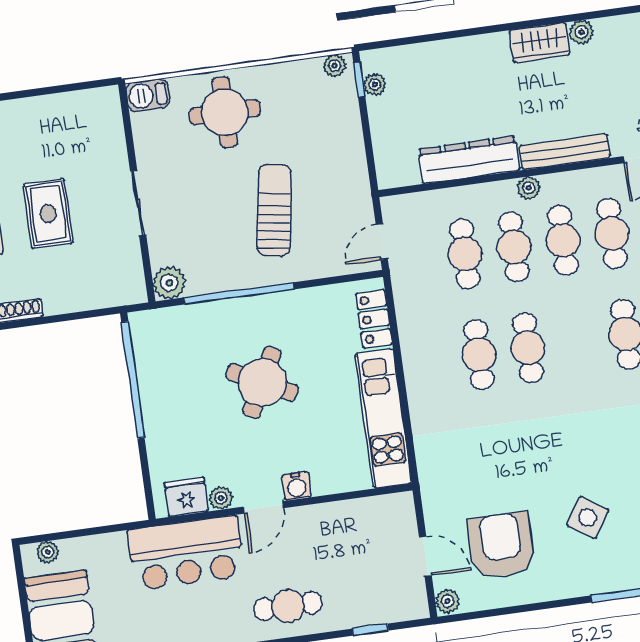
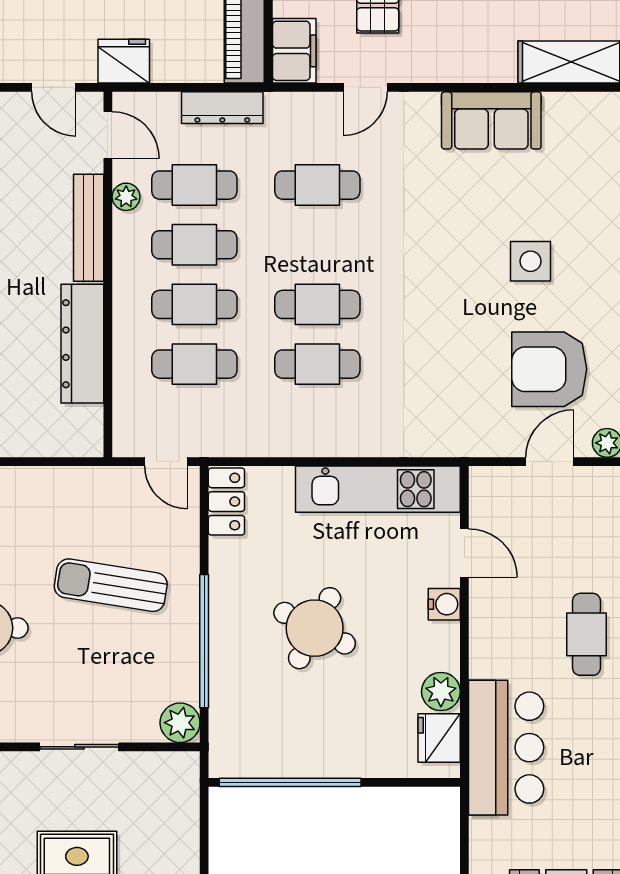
plant: (529, 188) -> (126, 197), moved
locker: (374, 319) -> (226, 502), moved, turned -90
plant: (221, 498) -> (441, 692), width x1.38, depth x1.38
door: (263, 507) -> (464, 553), moved
side table: (588, 518) -> (530, 261), turned -33

